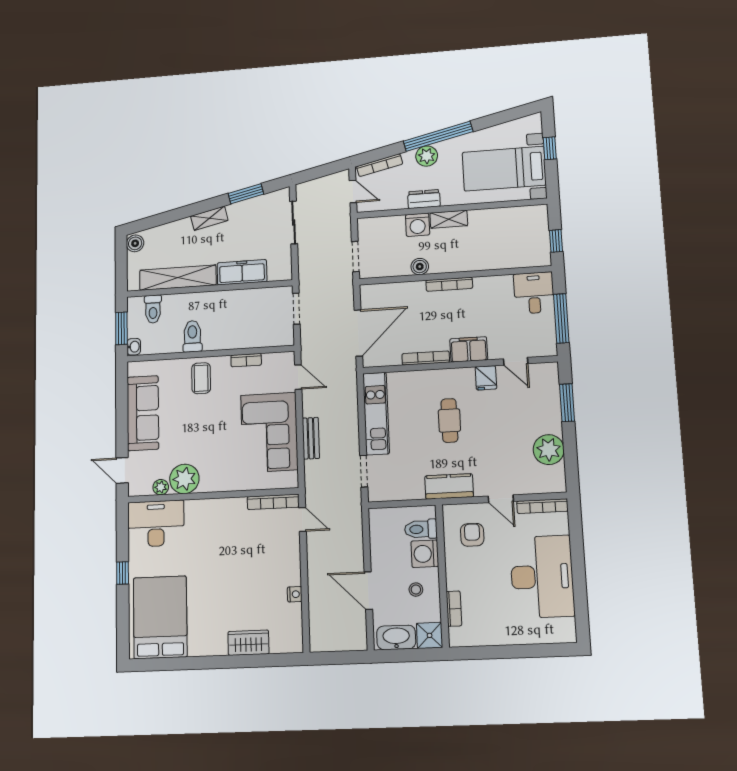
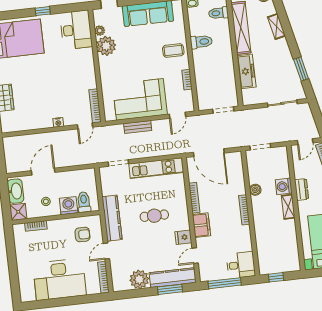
shelving: (209, 218) -> (276, 26), moved
kitchen counter: (549, 397) -> (173, 278), added
kitchen counter: (449, 486) -> (112, 218), width x1.50
nightstand: (295, 594) -> (58, 122), moved

